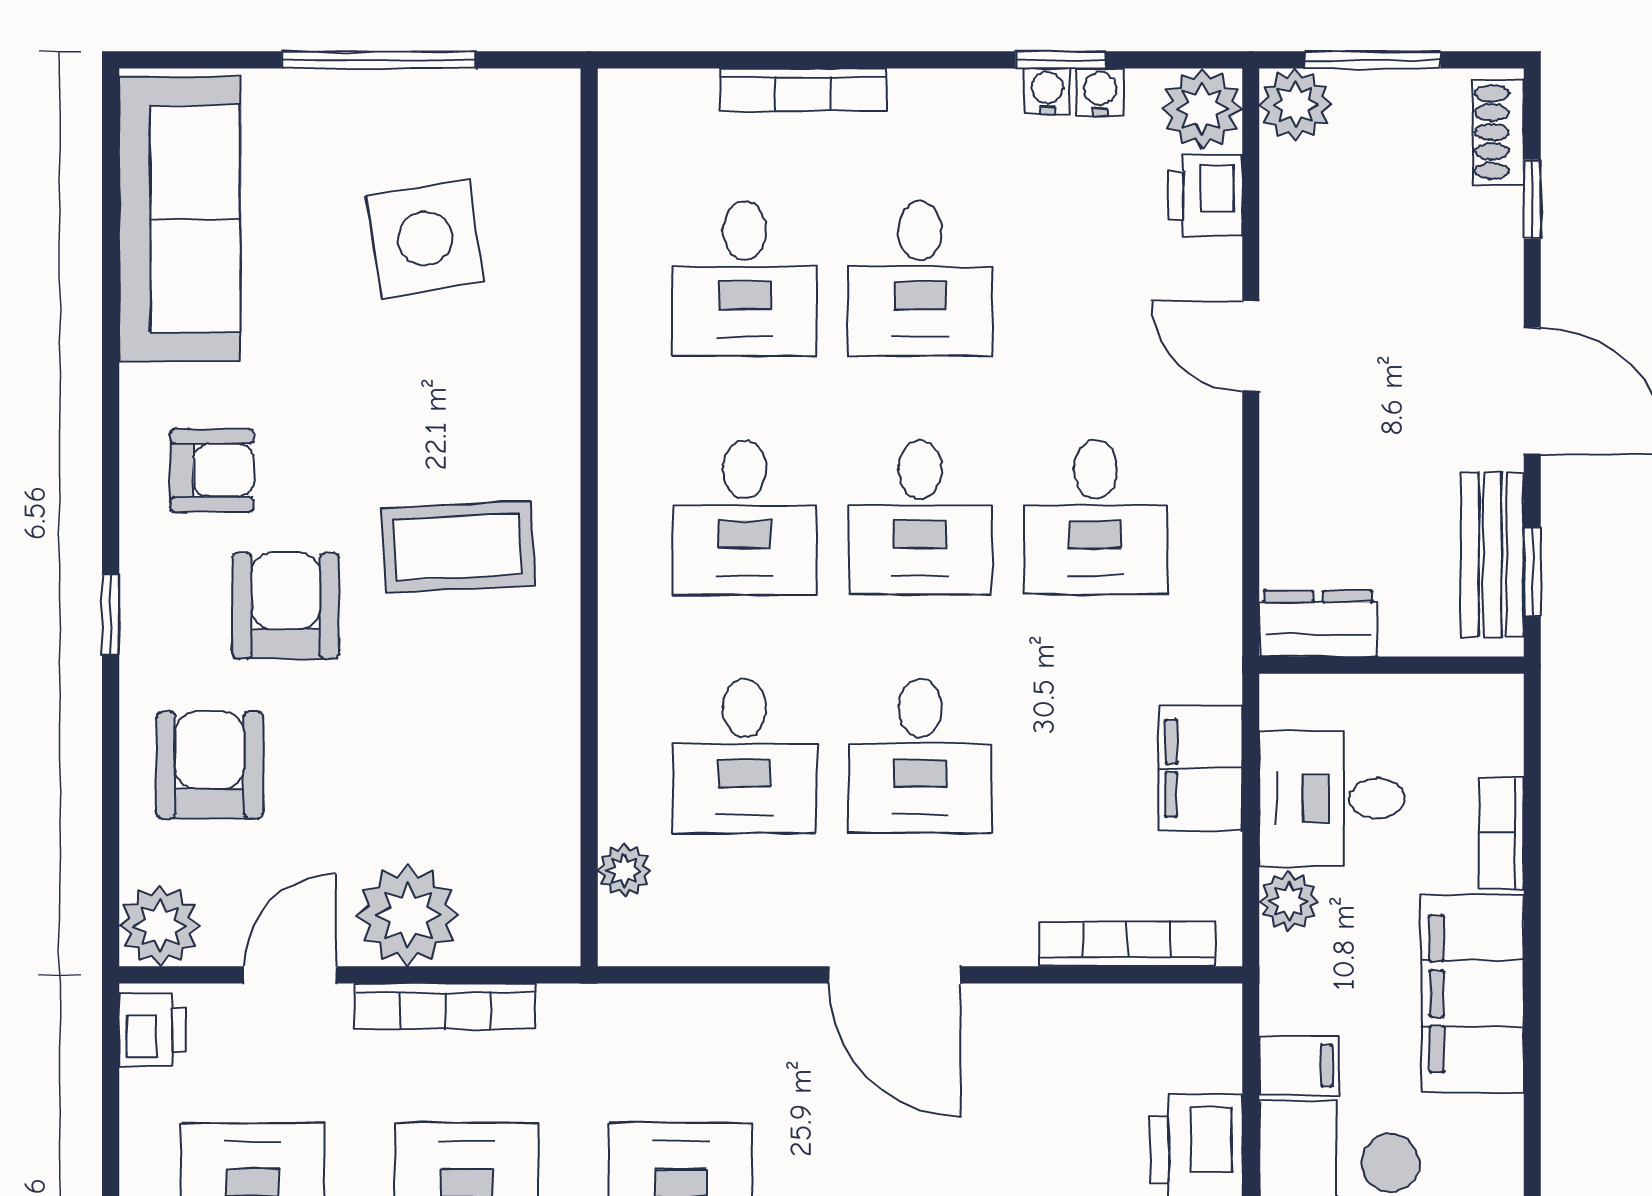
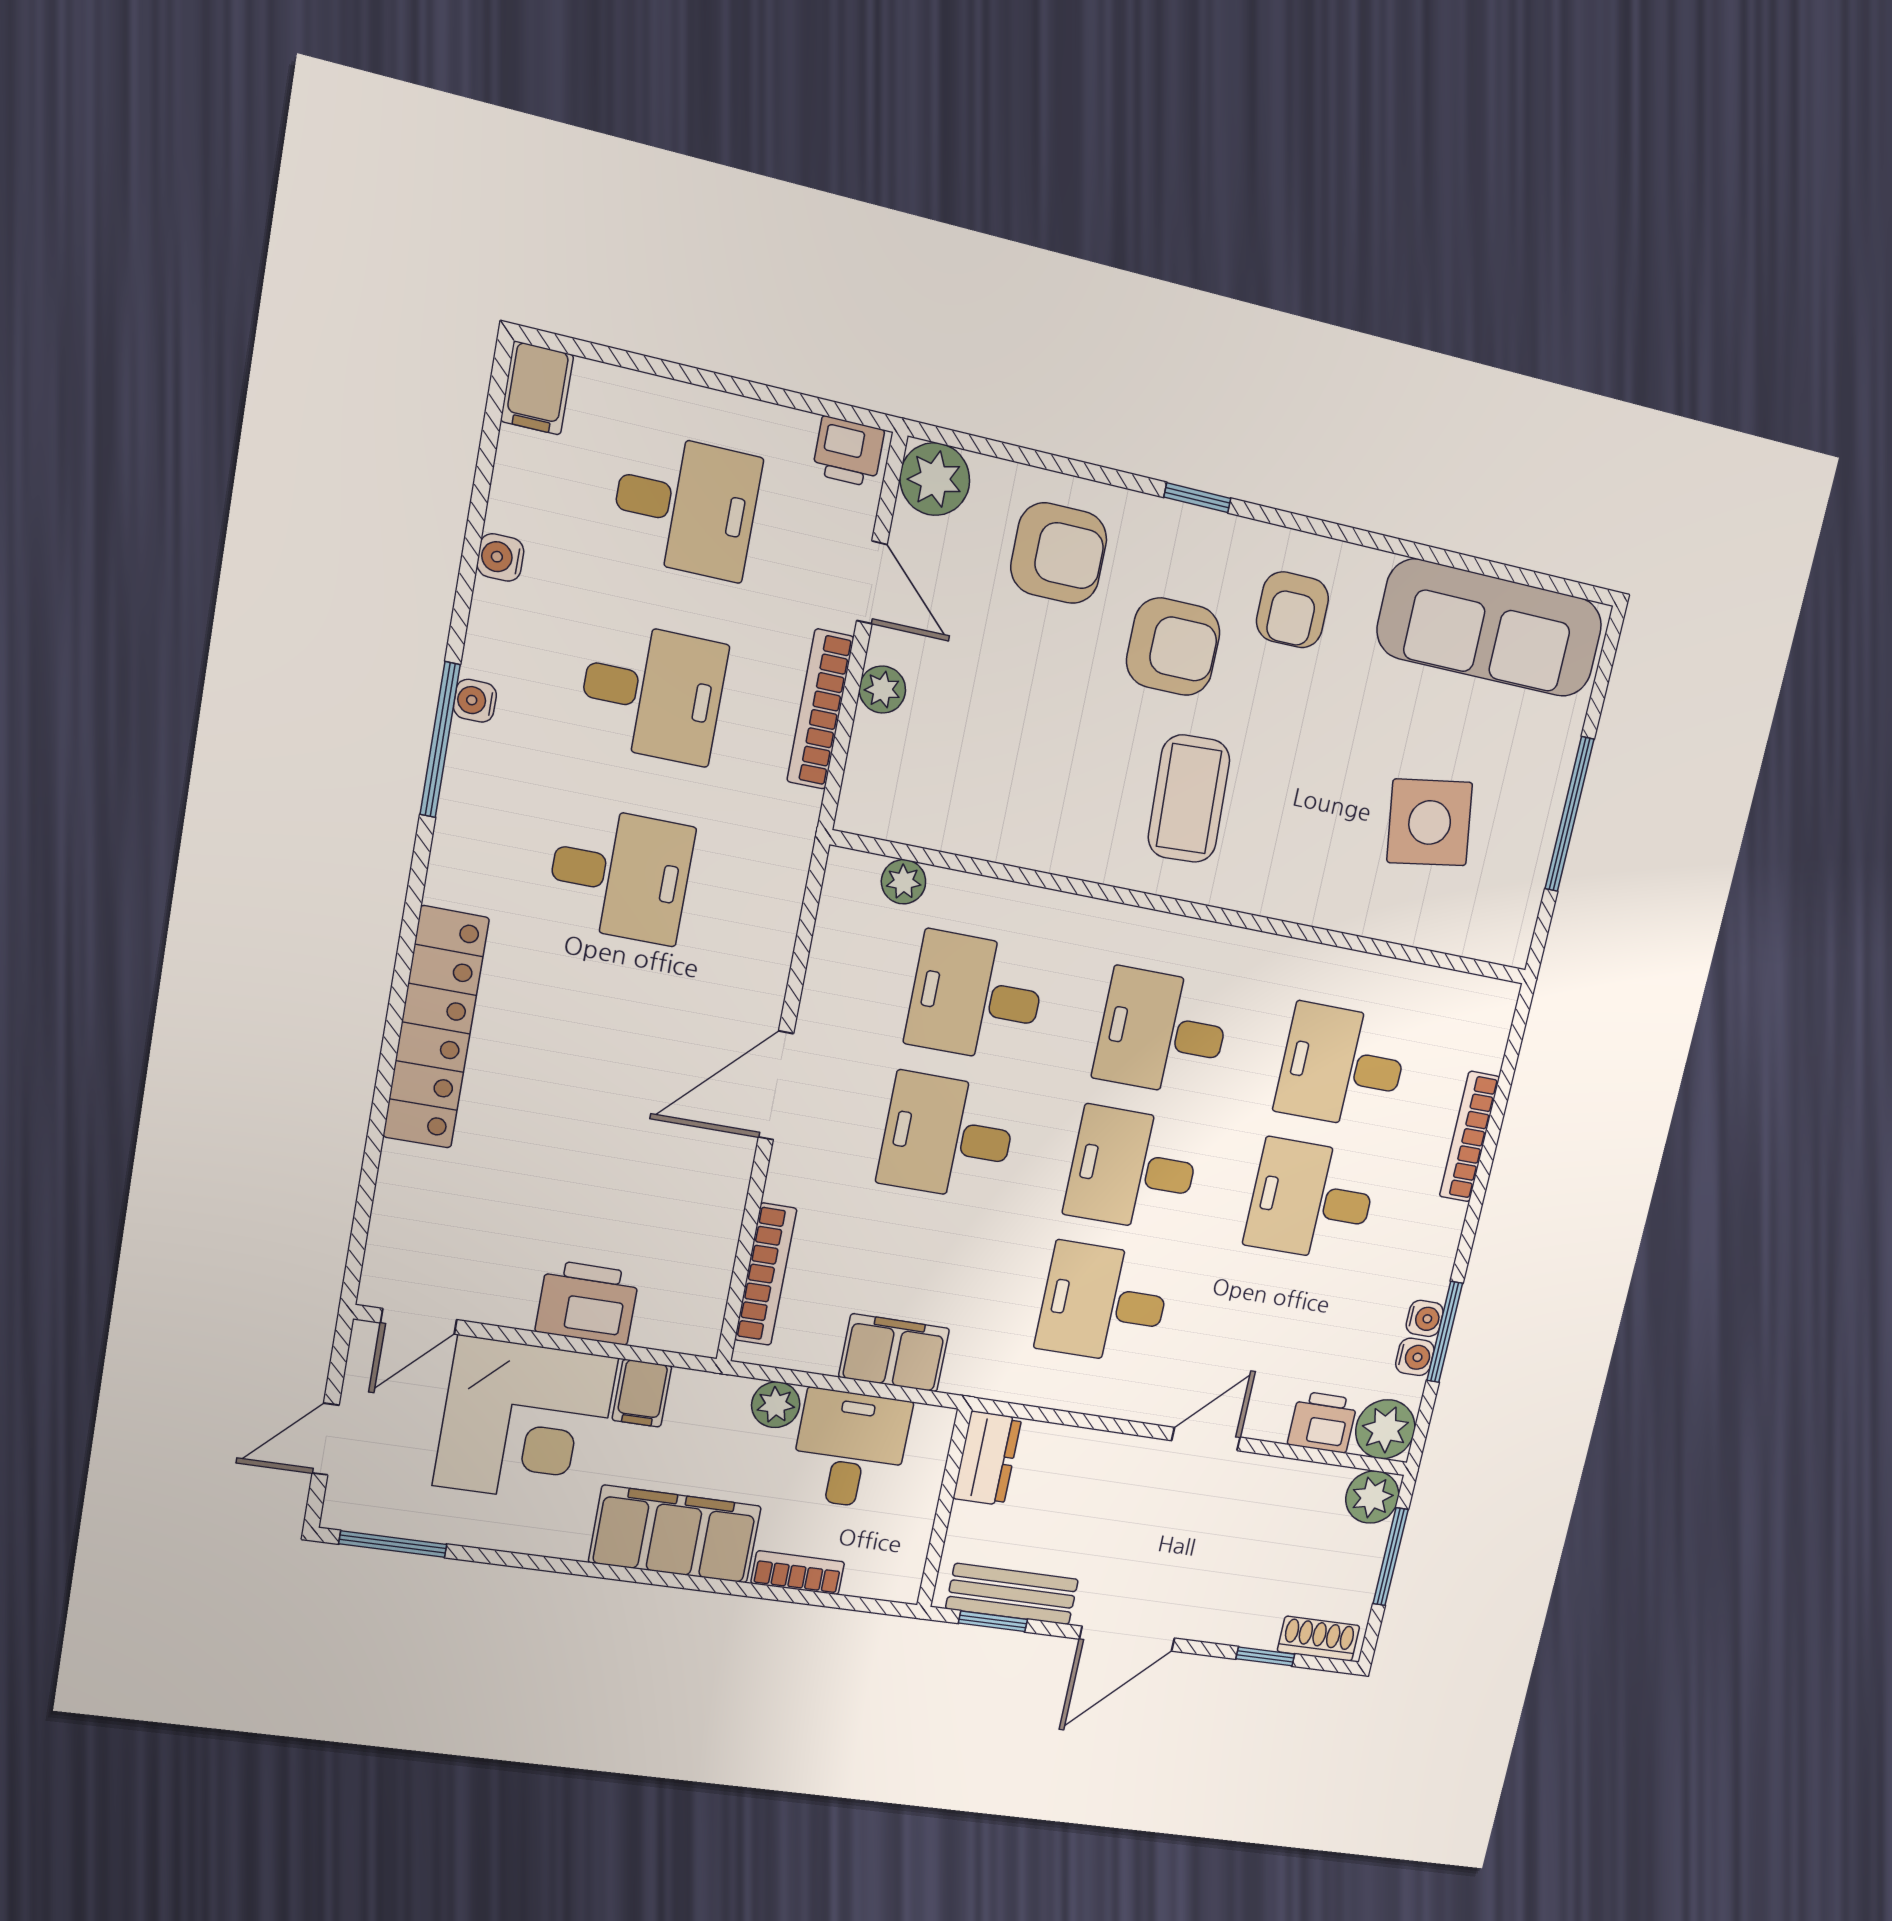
window: (1061, 60) -> (1445, 1332), width x1.50
plant: (408, 915) -> (882, 690), width x0.53, depth x0.53

